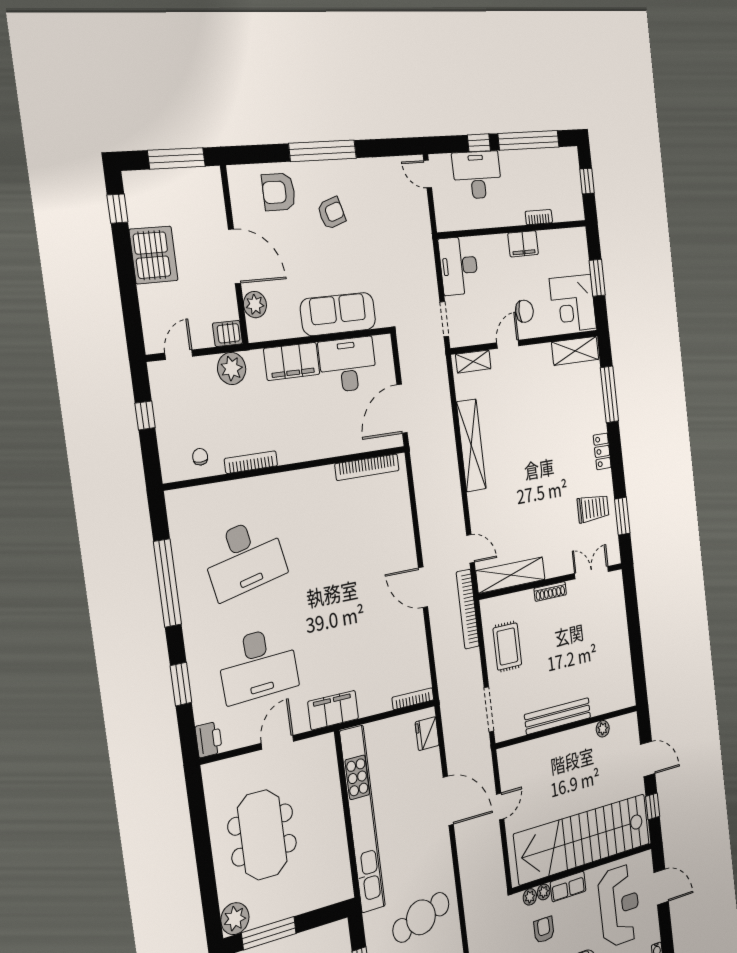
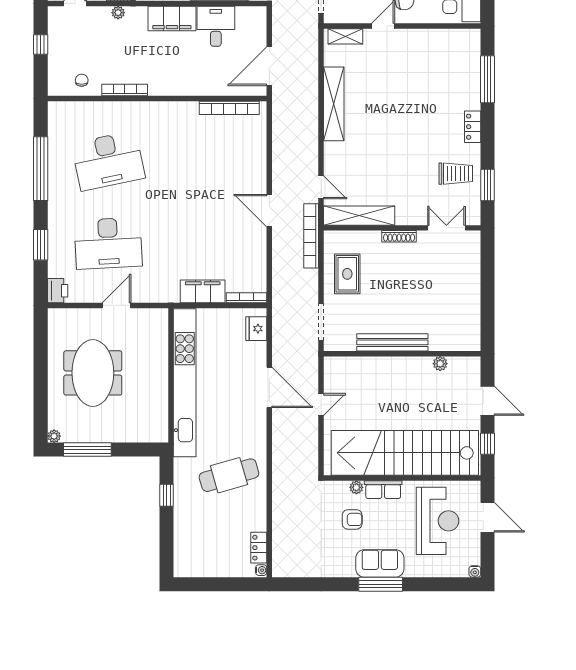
shelving: (575, 351) -> (455, 39), removed
desk: (348, 365) -> (216, 26), width x0.73
plant: (232, 368) -> (118, 13), width x0.53, depth x0.53
filing cabinet: (333, 710) -> (203, 291), moved
plant: (530, 897) -> (341, 488), removed
plant: (235, 919) -> (54, 436), width x0.53, depth x0.53
armchair: (544, 930) -> (352, 519), turned 90

